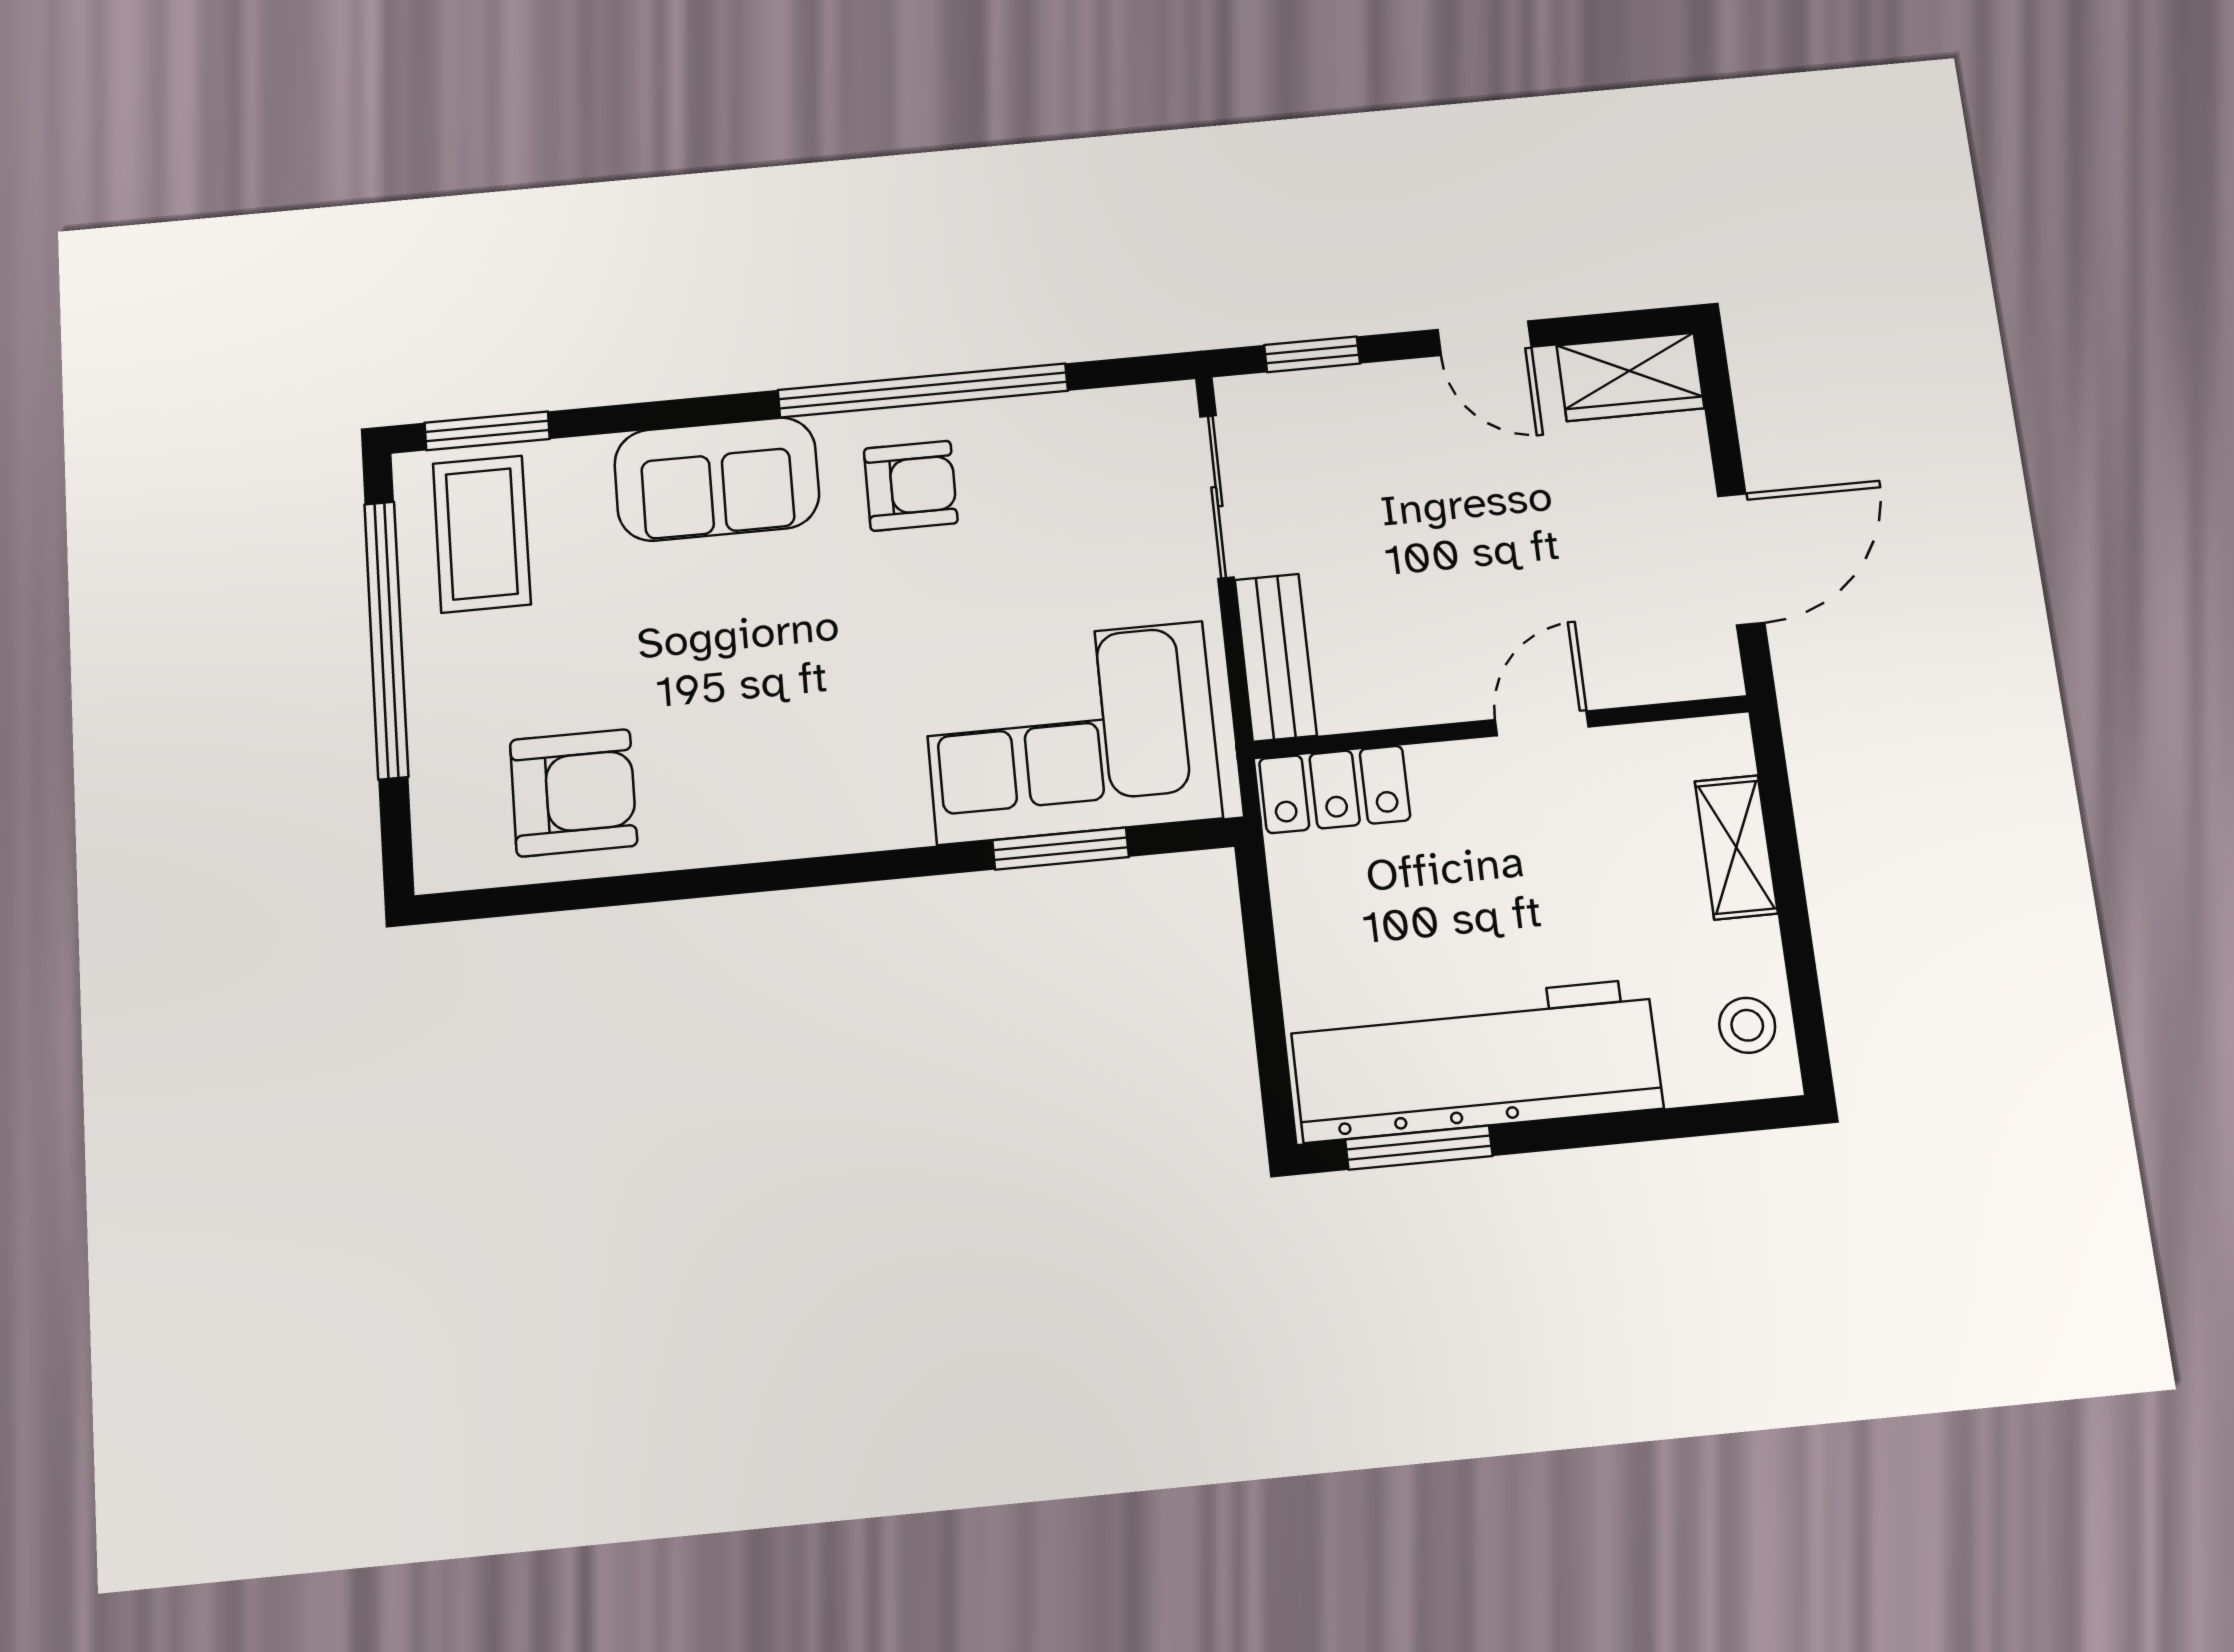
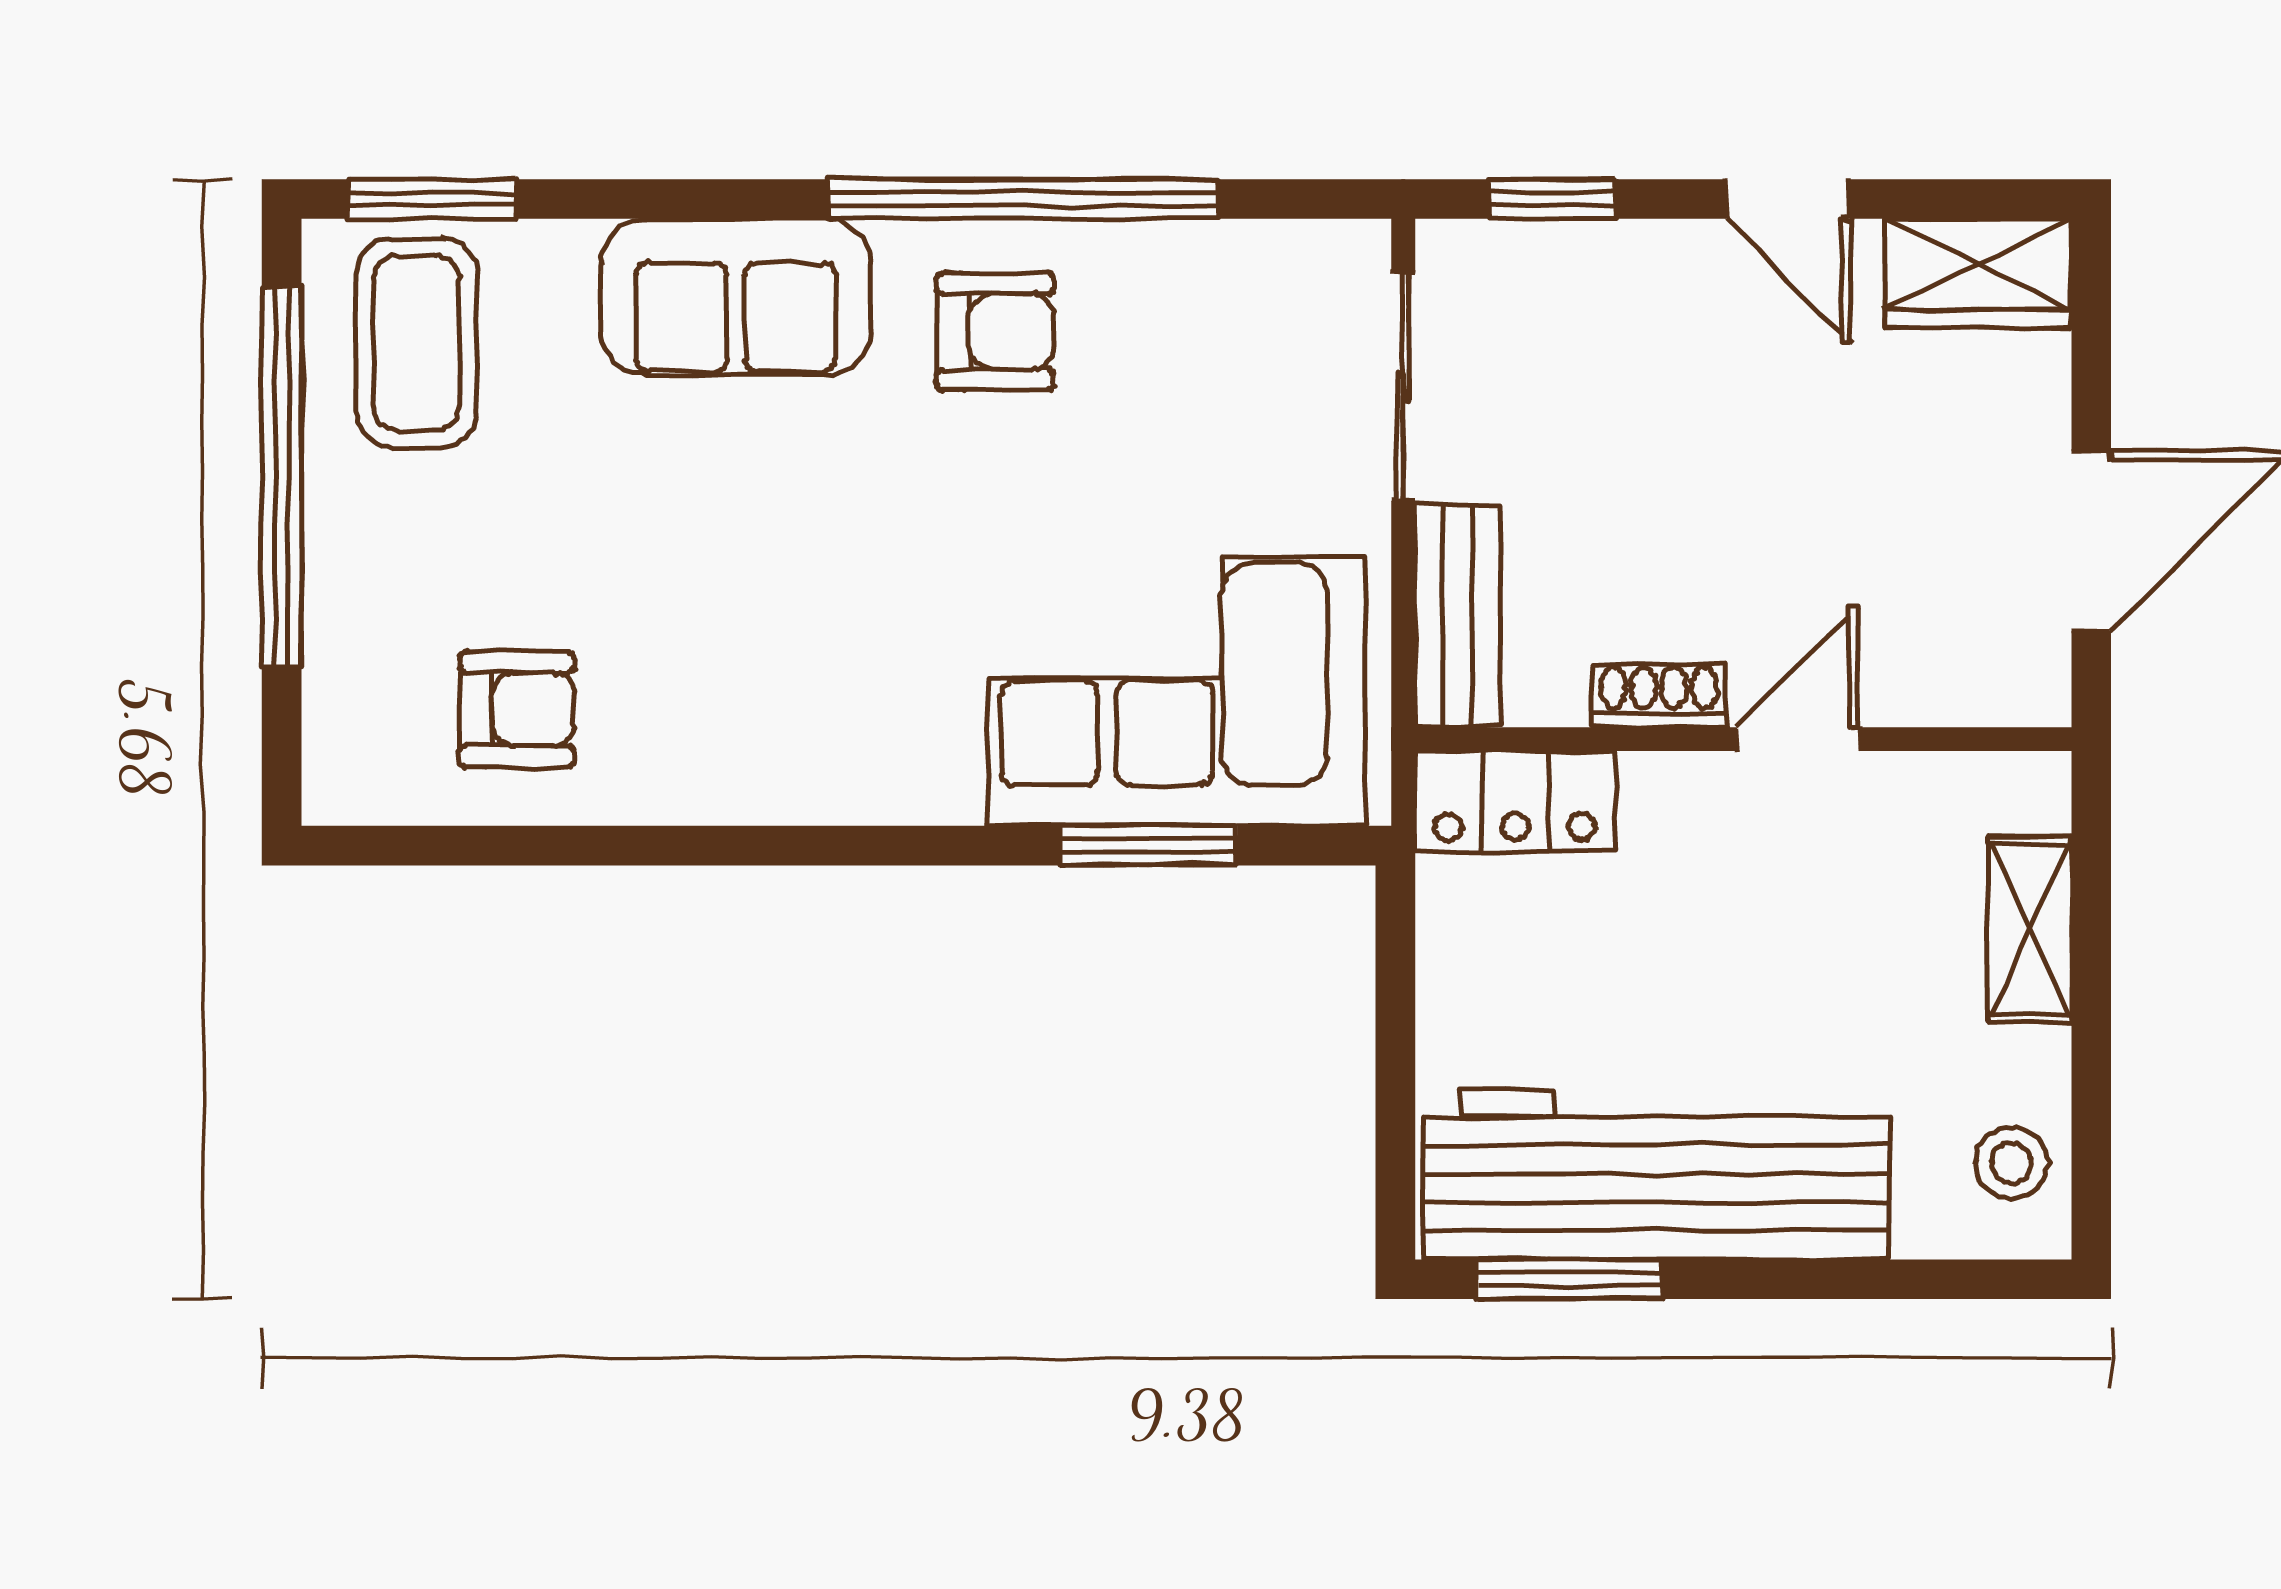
shoe rack: (1433, 701) -> (1659, 695), added
armchair: (574, 793) -> (517, 709), width x0.72, depth x0.72

